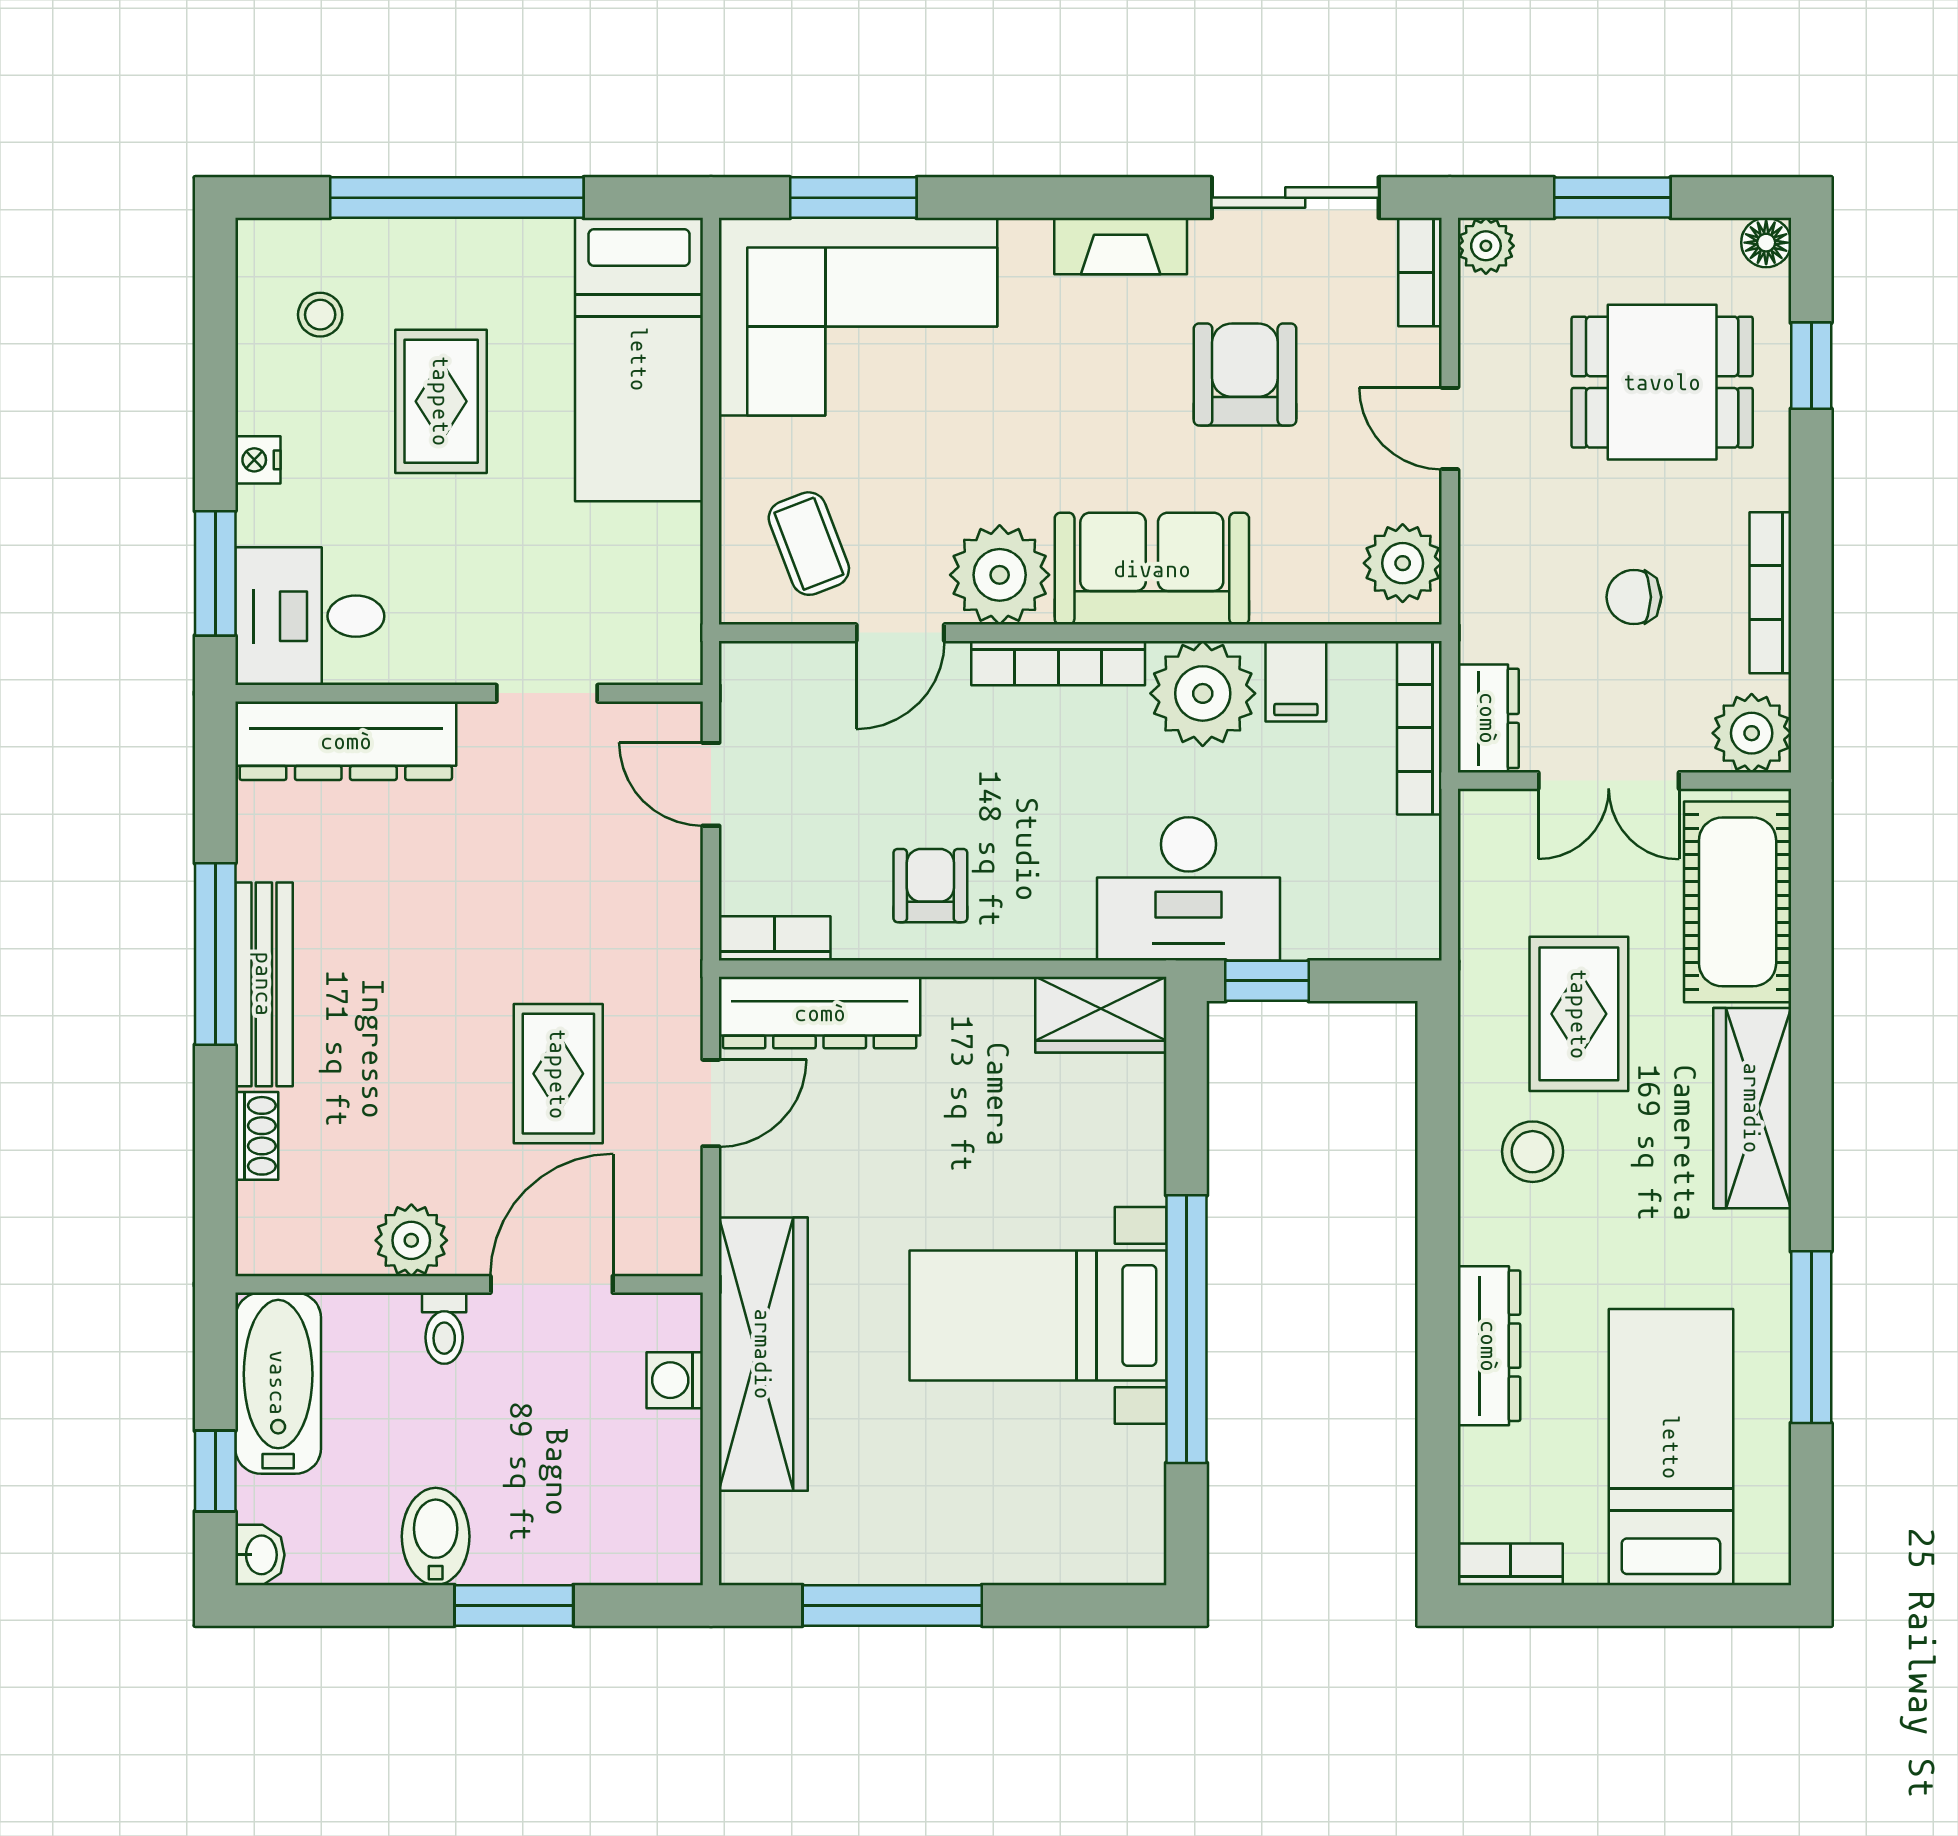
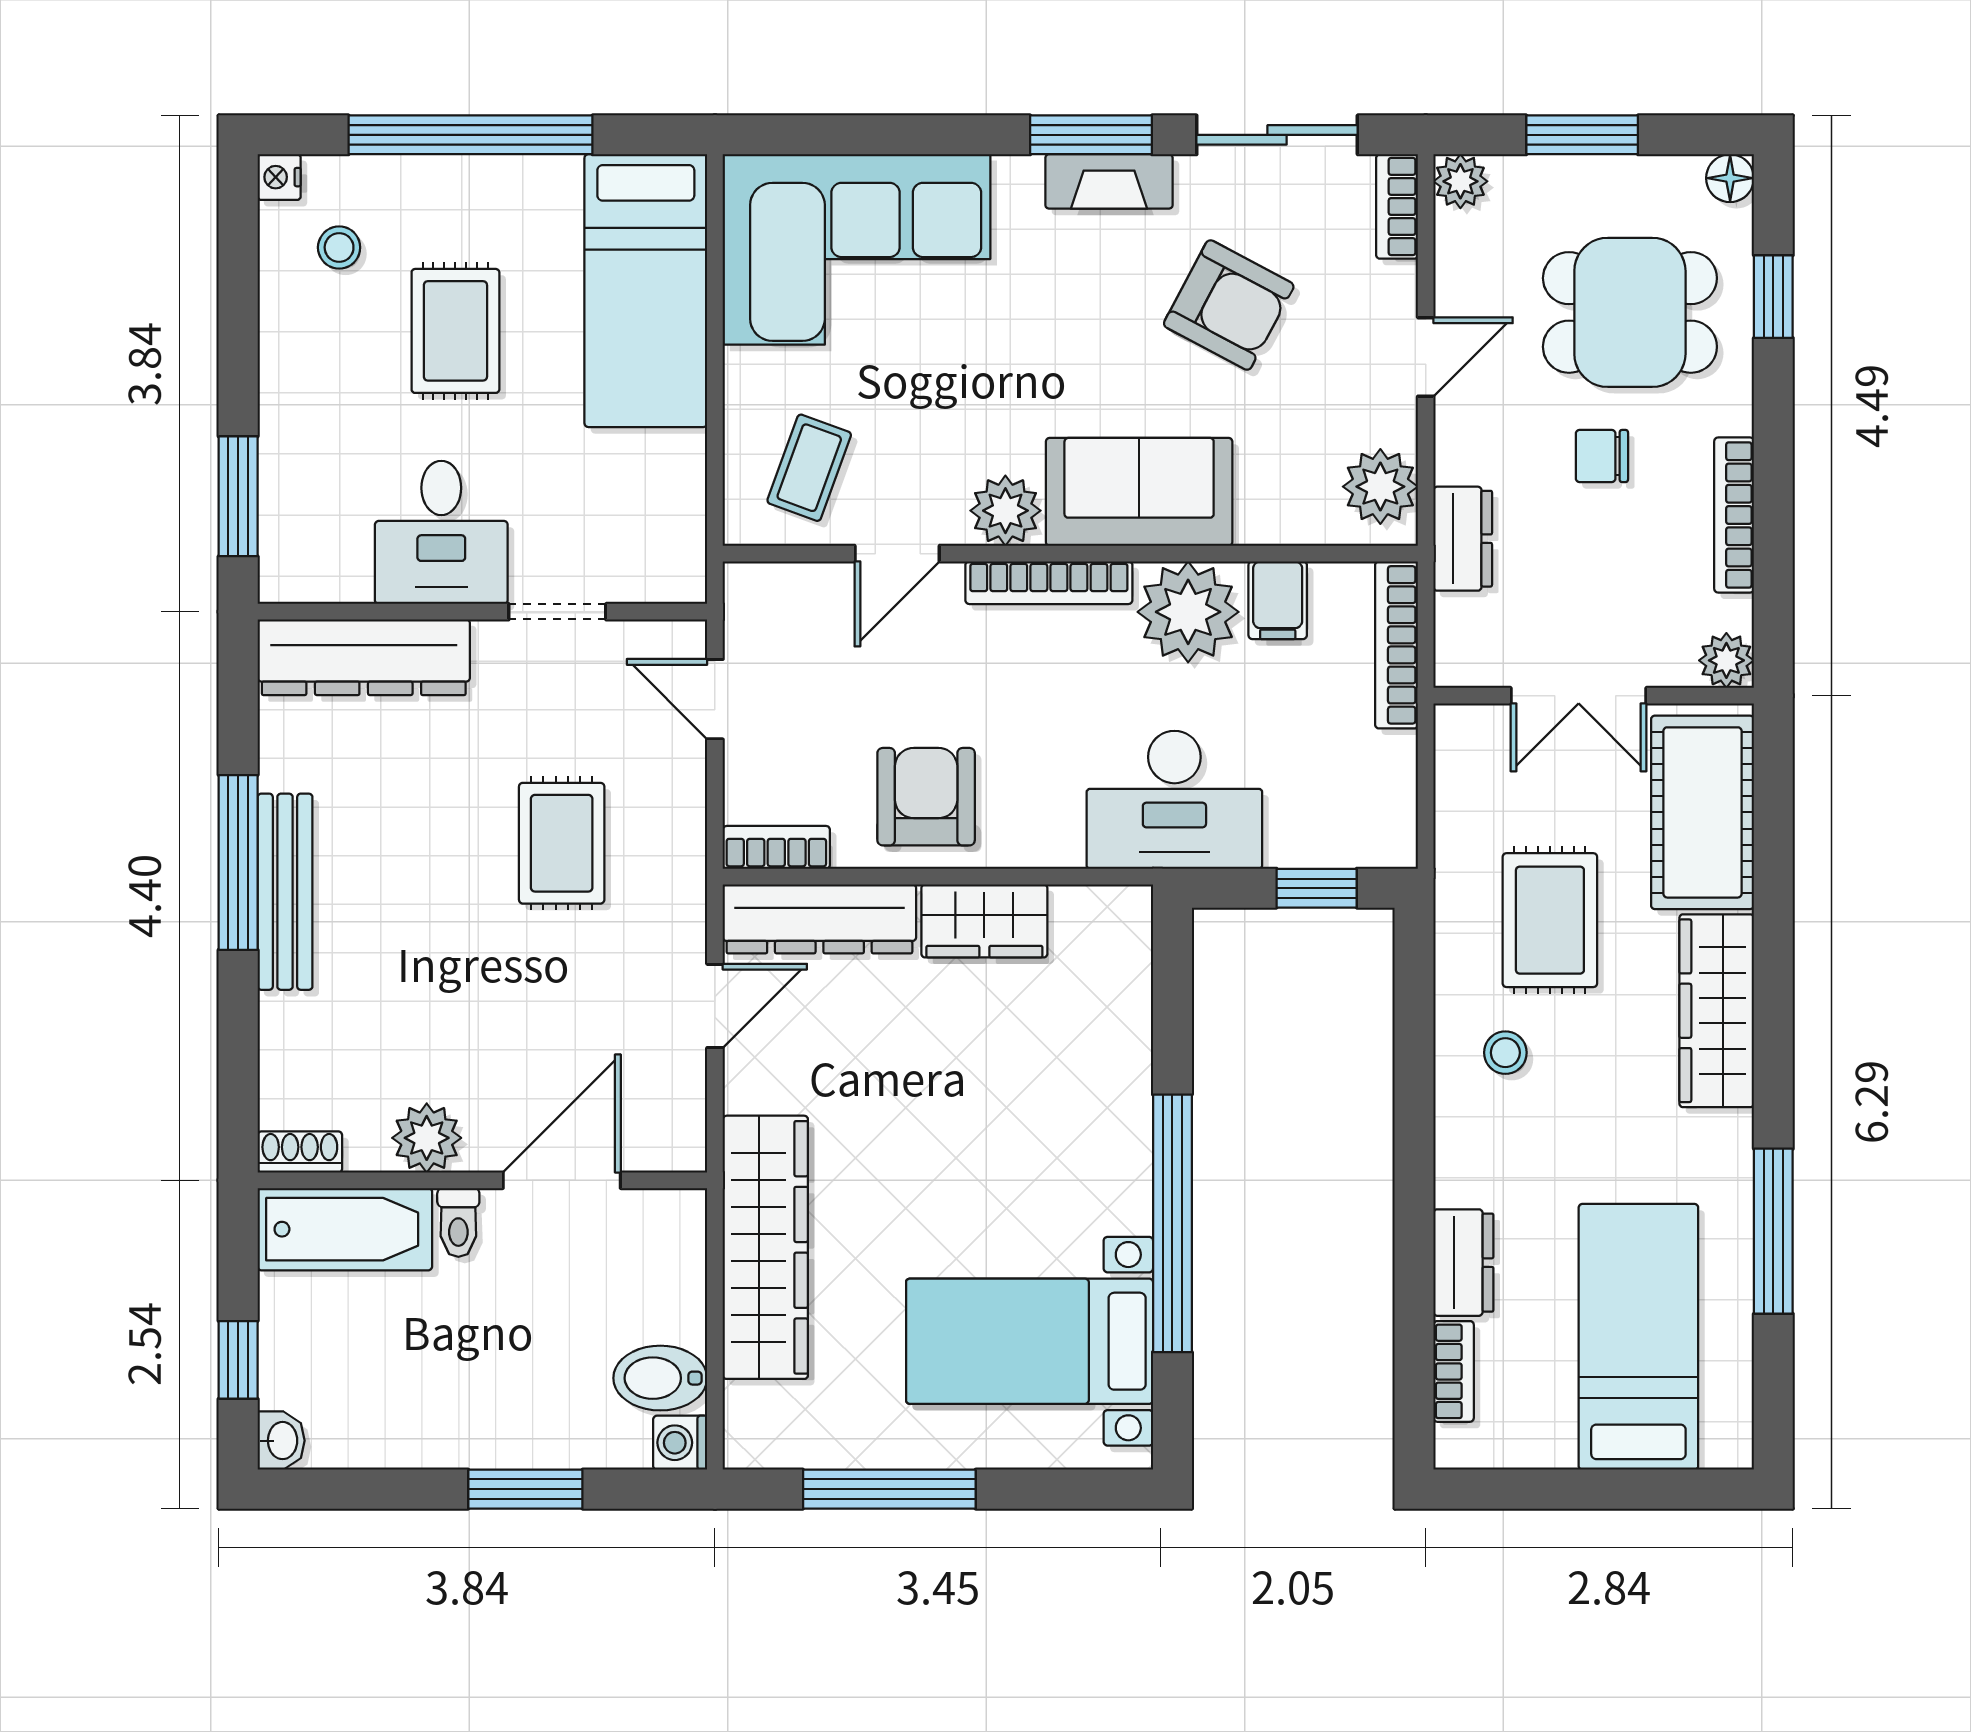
window: (853, 198) -> (1091, 135), moved
armchair: (1245, 374) -> (1229, 305), turned 118
door: (1450, 428) -> (1426, 357), swing flipped
nightstand: (258, 460) -> (279, 177), moved
coffee table: (809, 544) -> (809, 468), turned 41
plant: (1000, 575) -> (1005, 511), width x0.73, depth x0.73
chair: (1634, 597) -> (1602, 456), moved
desk: (310, 616) -> (441, 532), moved, turned -90
dresser: (1488, 718) -> (1463, 539), moved
plant: (1752, 733) -> (1726, 660), width x0.73, depth x0.73
armchair: (930, 886) -> (926, 797), width x1.38, depth x1.38
window: (1267, 981) -> (1317, 888), moved
wardrobe: (1101, 1015) -> (984, 921), moved
rug: (558, 1074) -> (562, 843), moved
shoe rack: (257, 1136) -> (300, 1152), moved, turned -90
stool: (1533, 1152) -> (1505, 1053), width x0.73, depth x0.73
bed with nightstands: (1038, 1315) -> (1030, 1341), moved
dresser: (1489, 1346) -> (1463, 1263), width x0.70
washing machine: (675, 1380) -> (680, 1443), moved
bathtub: (278, 1383) -> (345, 1229), moved, turned 90
bidet: (436, 1536) -> (660, 1378), moved, turned -90
bookcase: (1510, 1564) -> (1454, 1371), moved, turned 90

